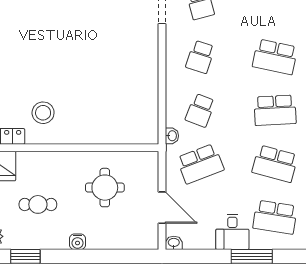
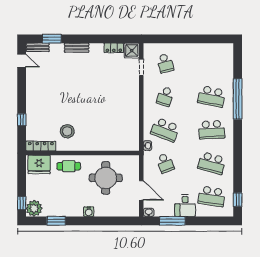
school desk: (200, 110) -> (165, 130), width x1.85
school desk: (200, 164) -> (165, 163), width x0.54
round table: (105, 188) -> (106, 178), width x1.36, depth x1.36
cafe table: (38, 204) -> (69, 166), moved
window: (252, 256) -> (172, 221), moved

